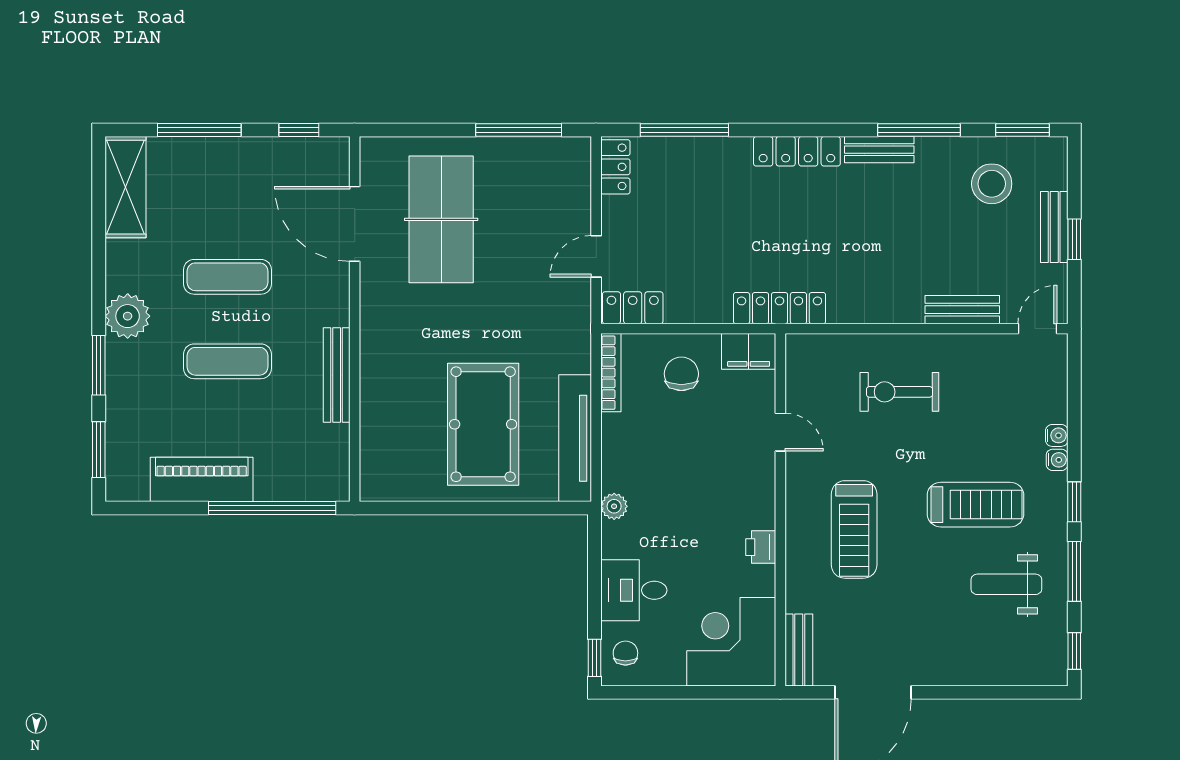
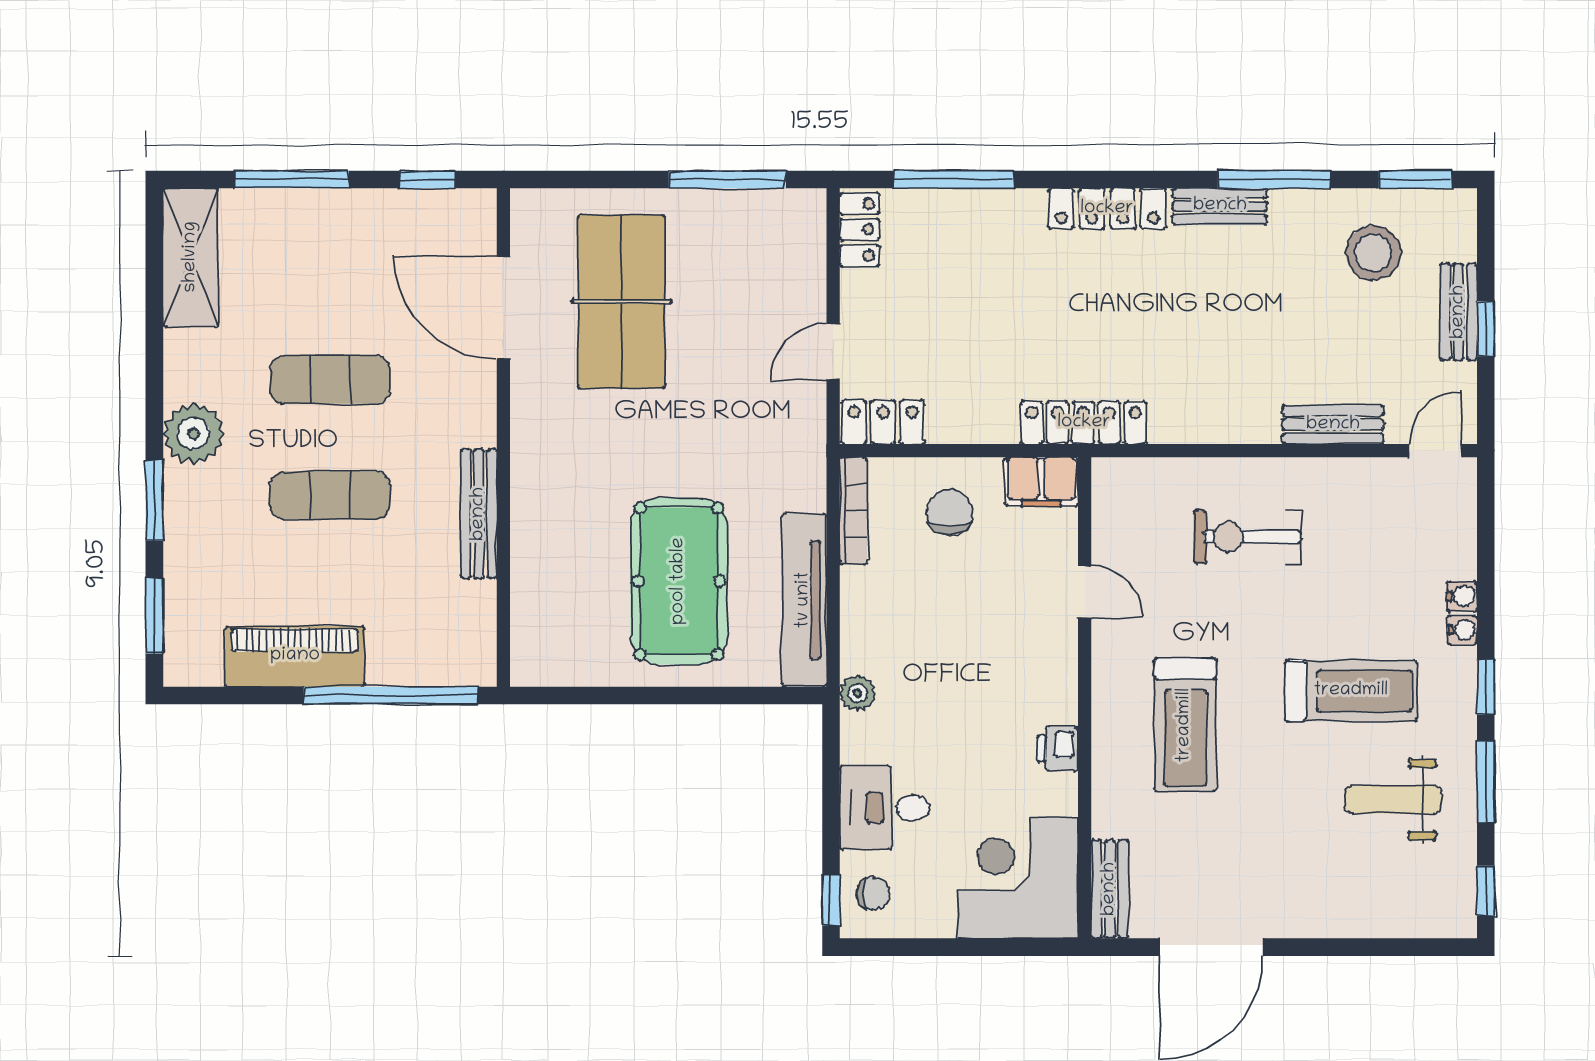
chair: (625, 653) -> (873, 893), turned 90

